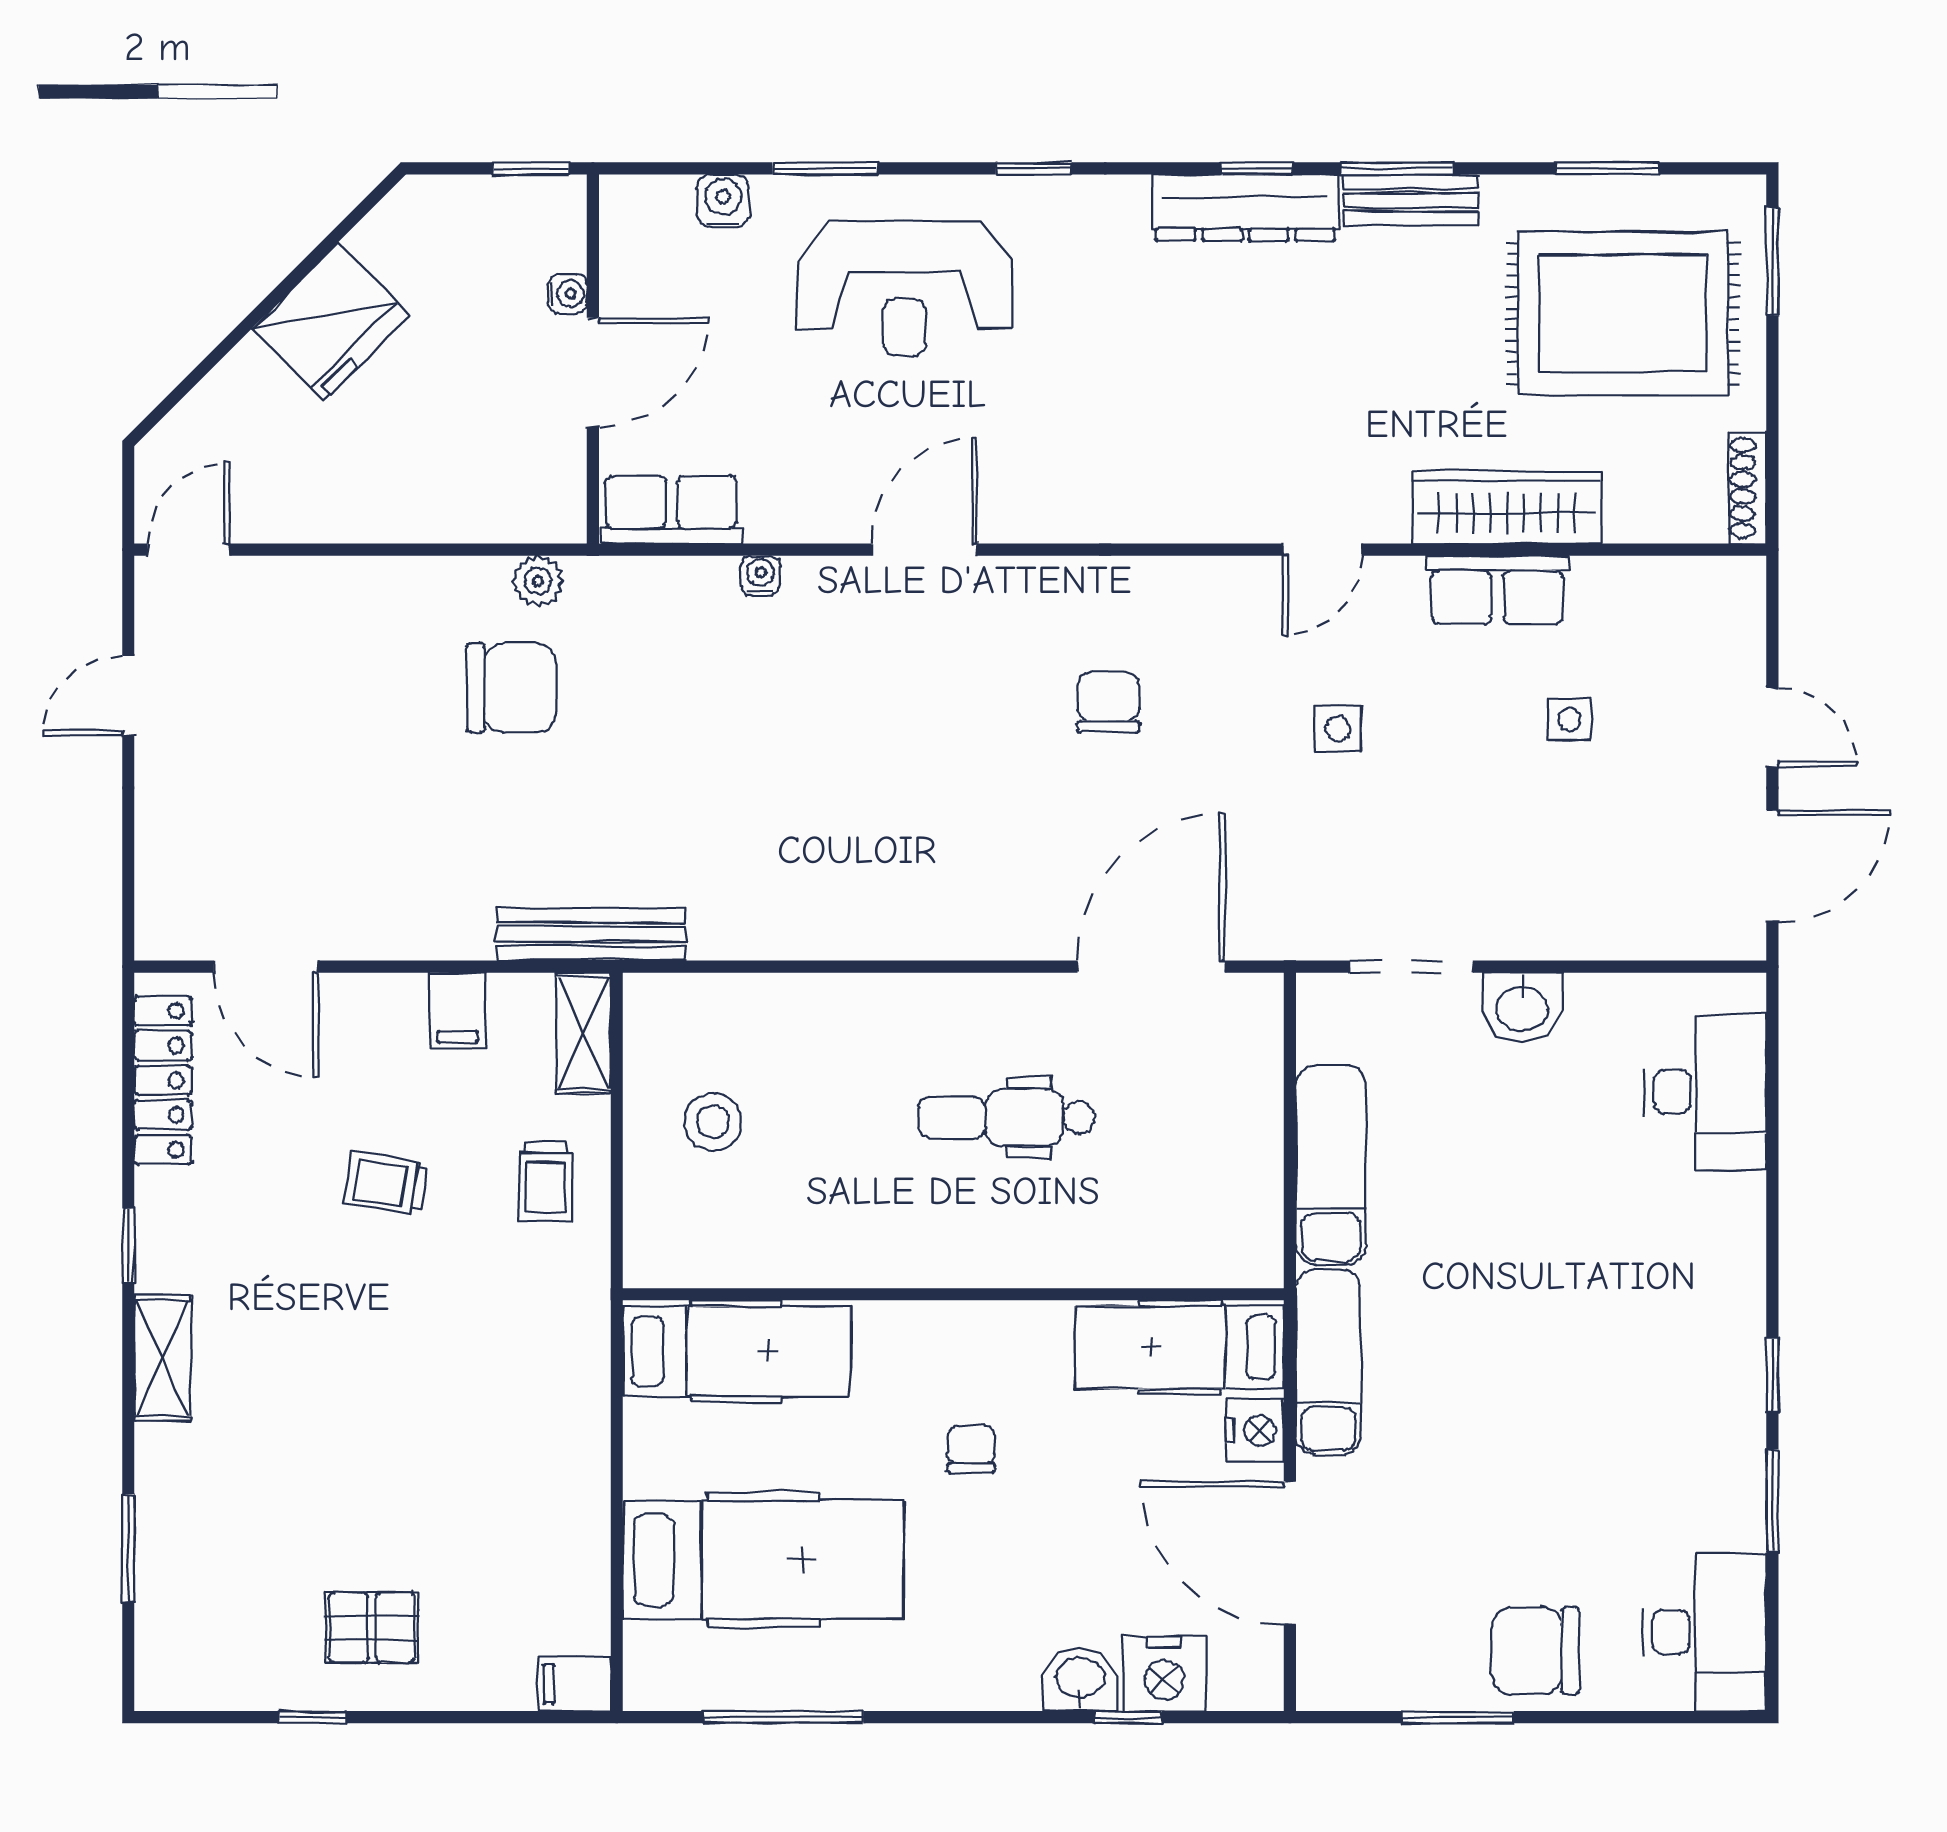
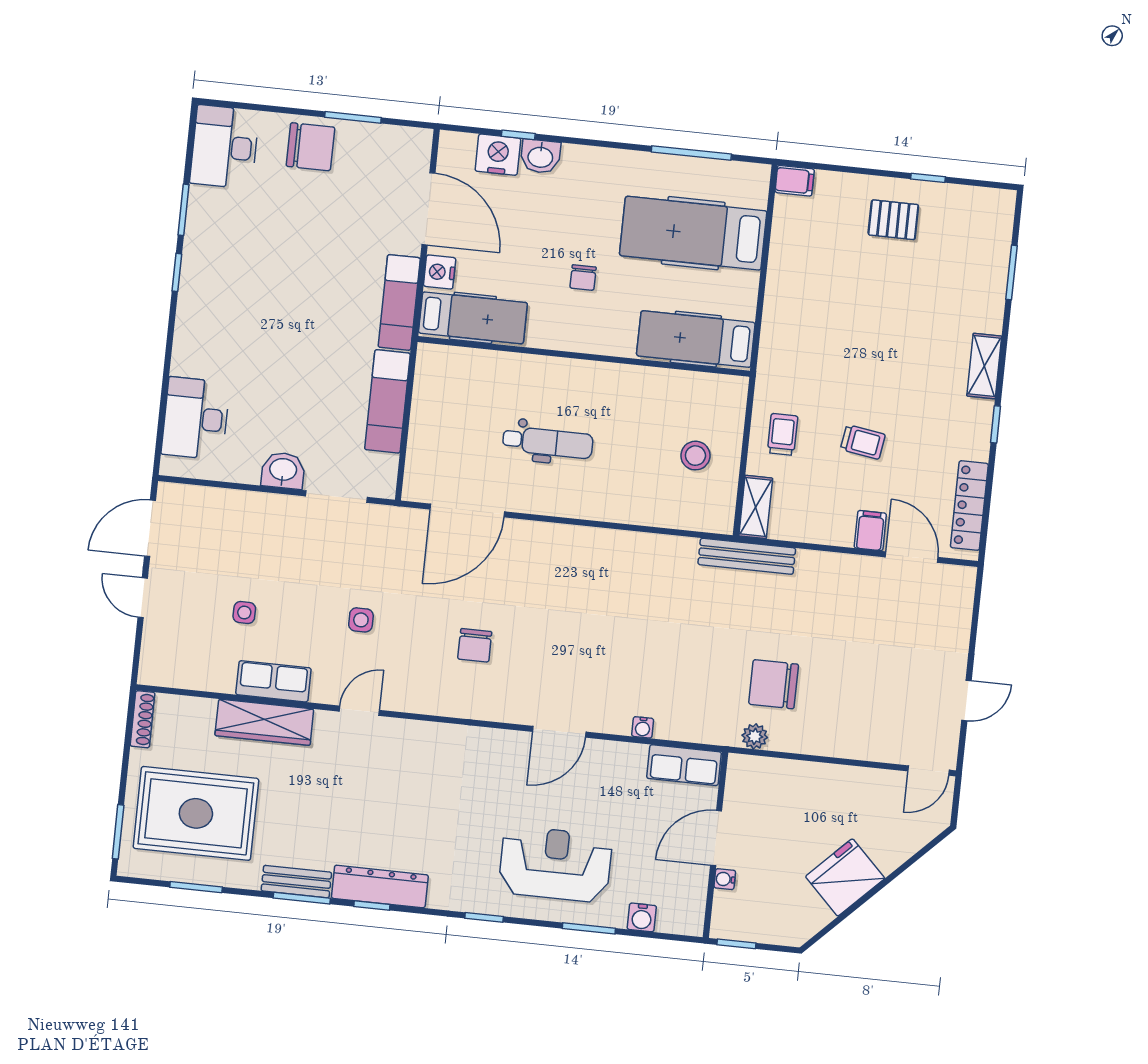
filing cabinet: (457, 1010) -> (870, 531), moved

